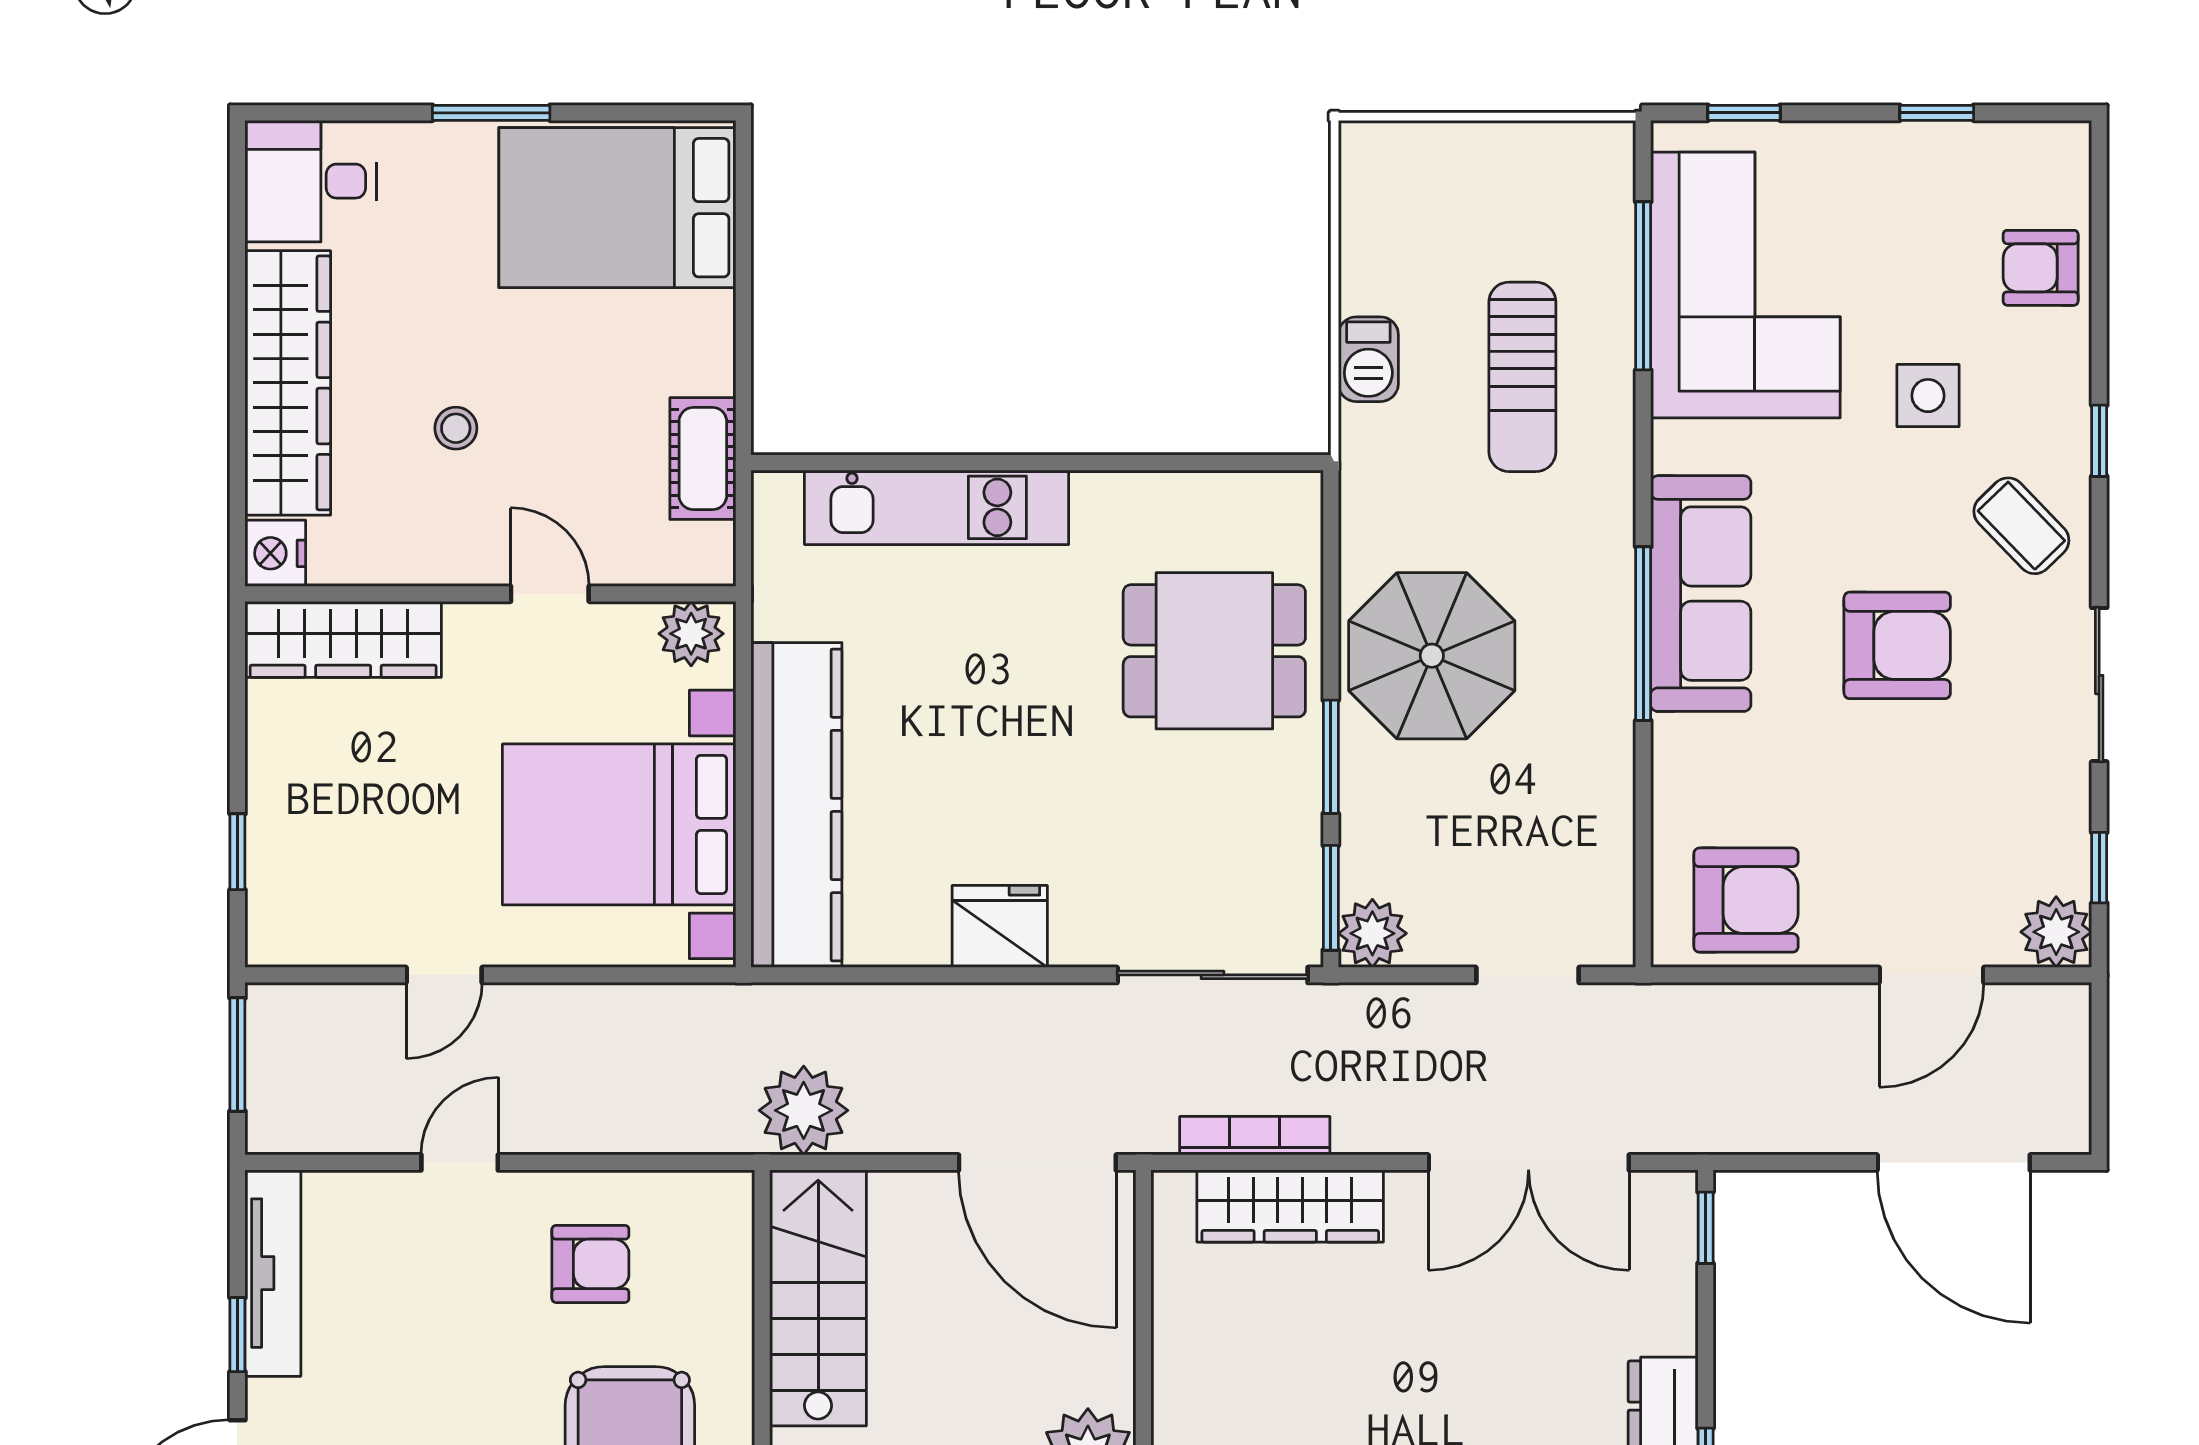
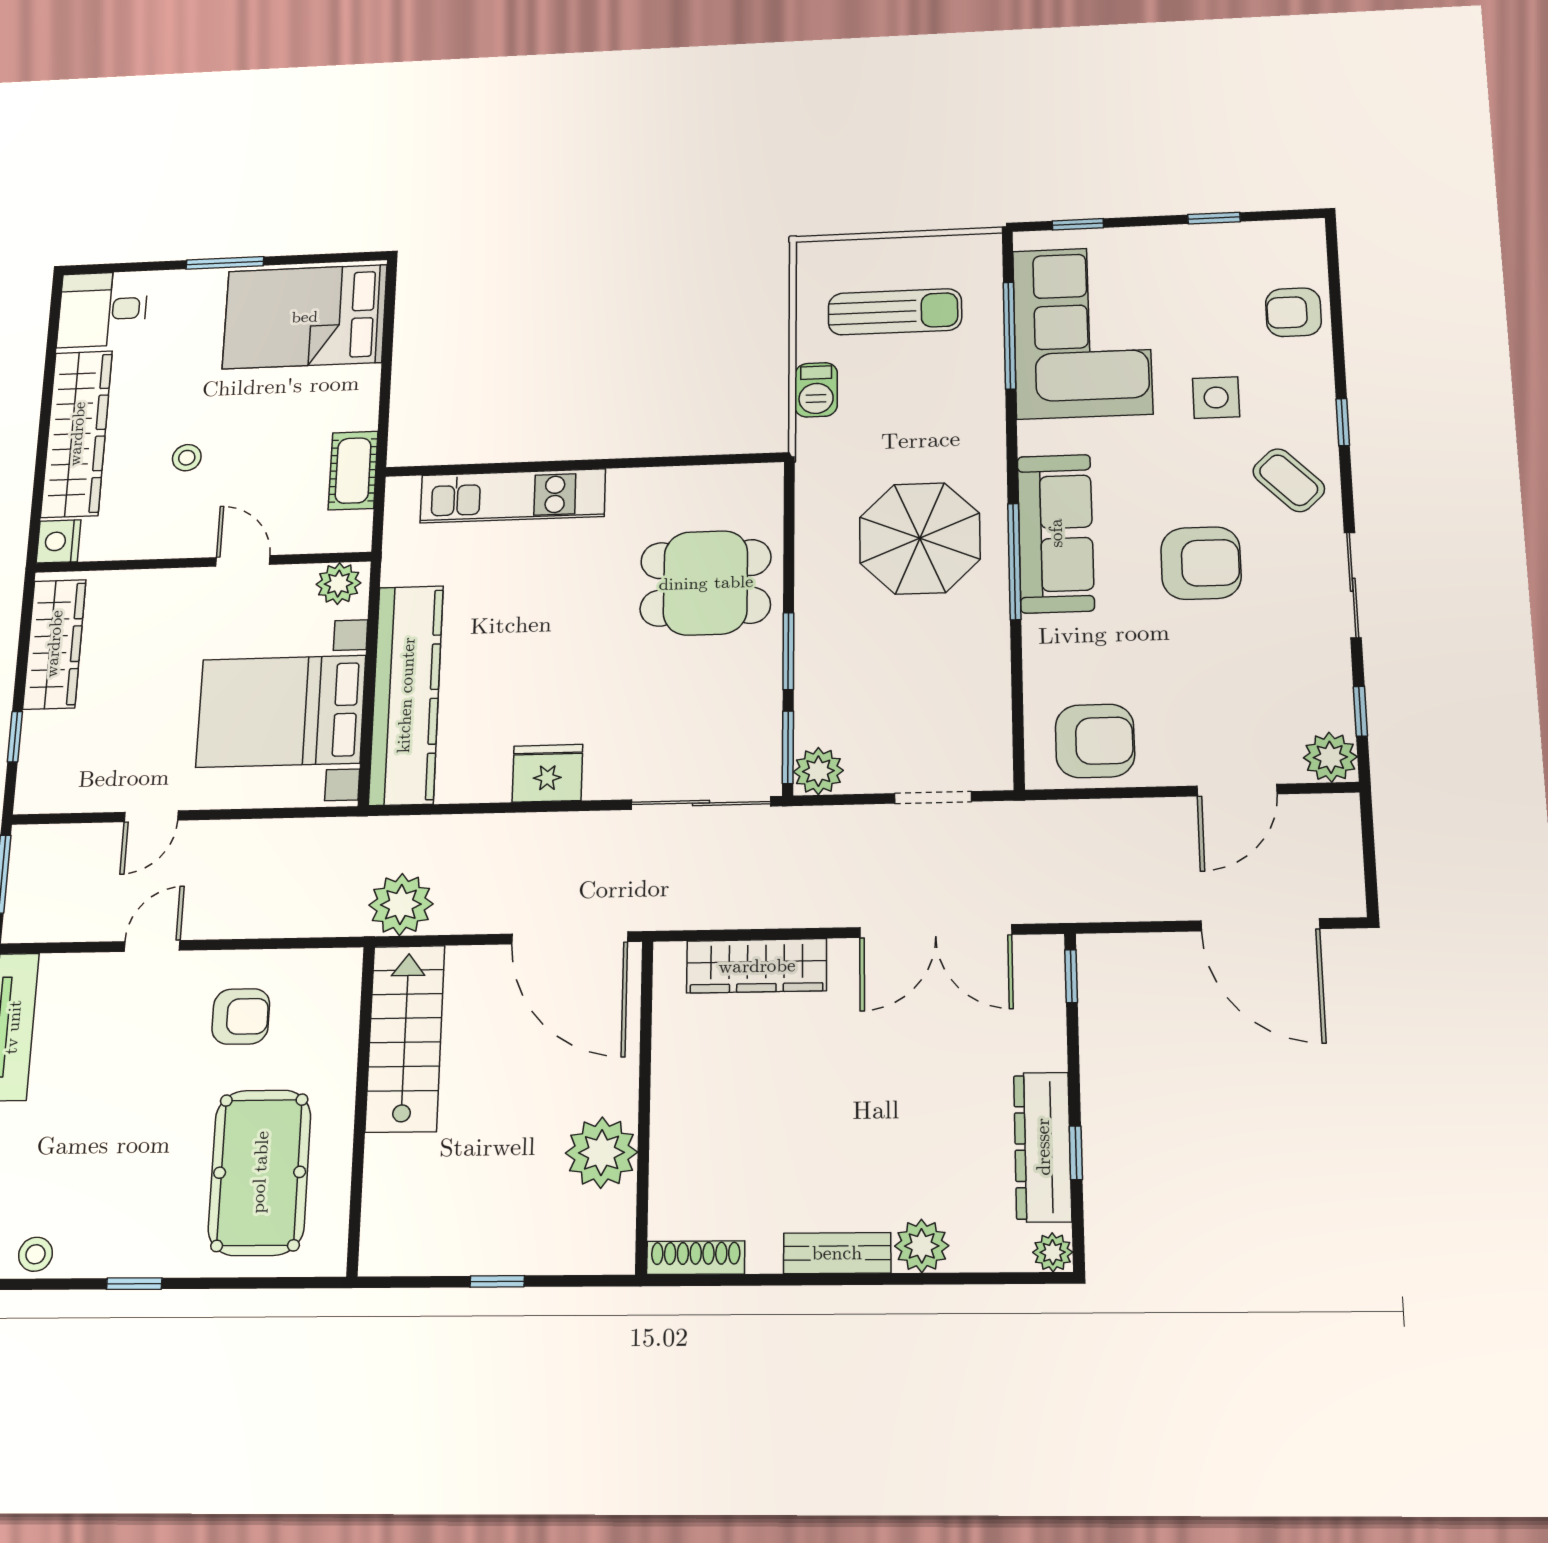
sun lounger: (1522, 377) -> (895, 312), moved, turned -90
wardrobe: (343, 639) -> (54, 644), moved, turned -90
parasol: (1432, 656) -> (920, 538), moved
bookcase: (1255, 1136) -> (731, 916), removed

